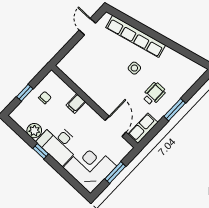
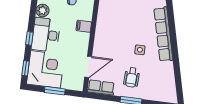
wheelchair: (154, 94) -> (132, 77), turned 92
window: (41, 151) -> (29, 38), moved
window: (76, 184) -> (26, 68), added

